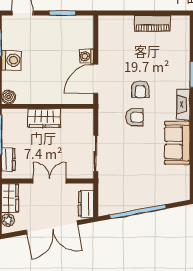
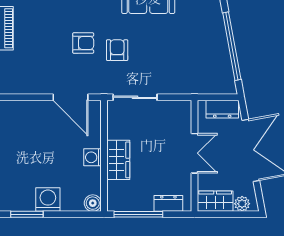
washing machine: (86, 56) -> (93, 157), moved, turned 90
sliding door: (96, 153) -> (135, 97), moved
double door: (50, 181) -> (195, 153), swing flipped

